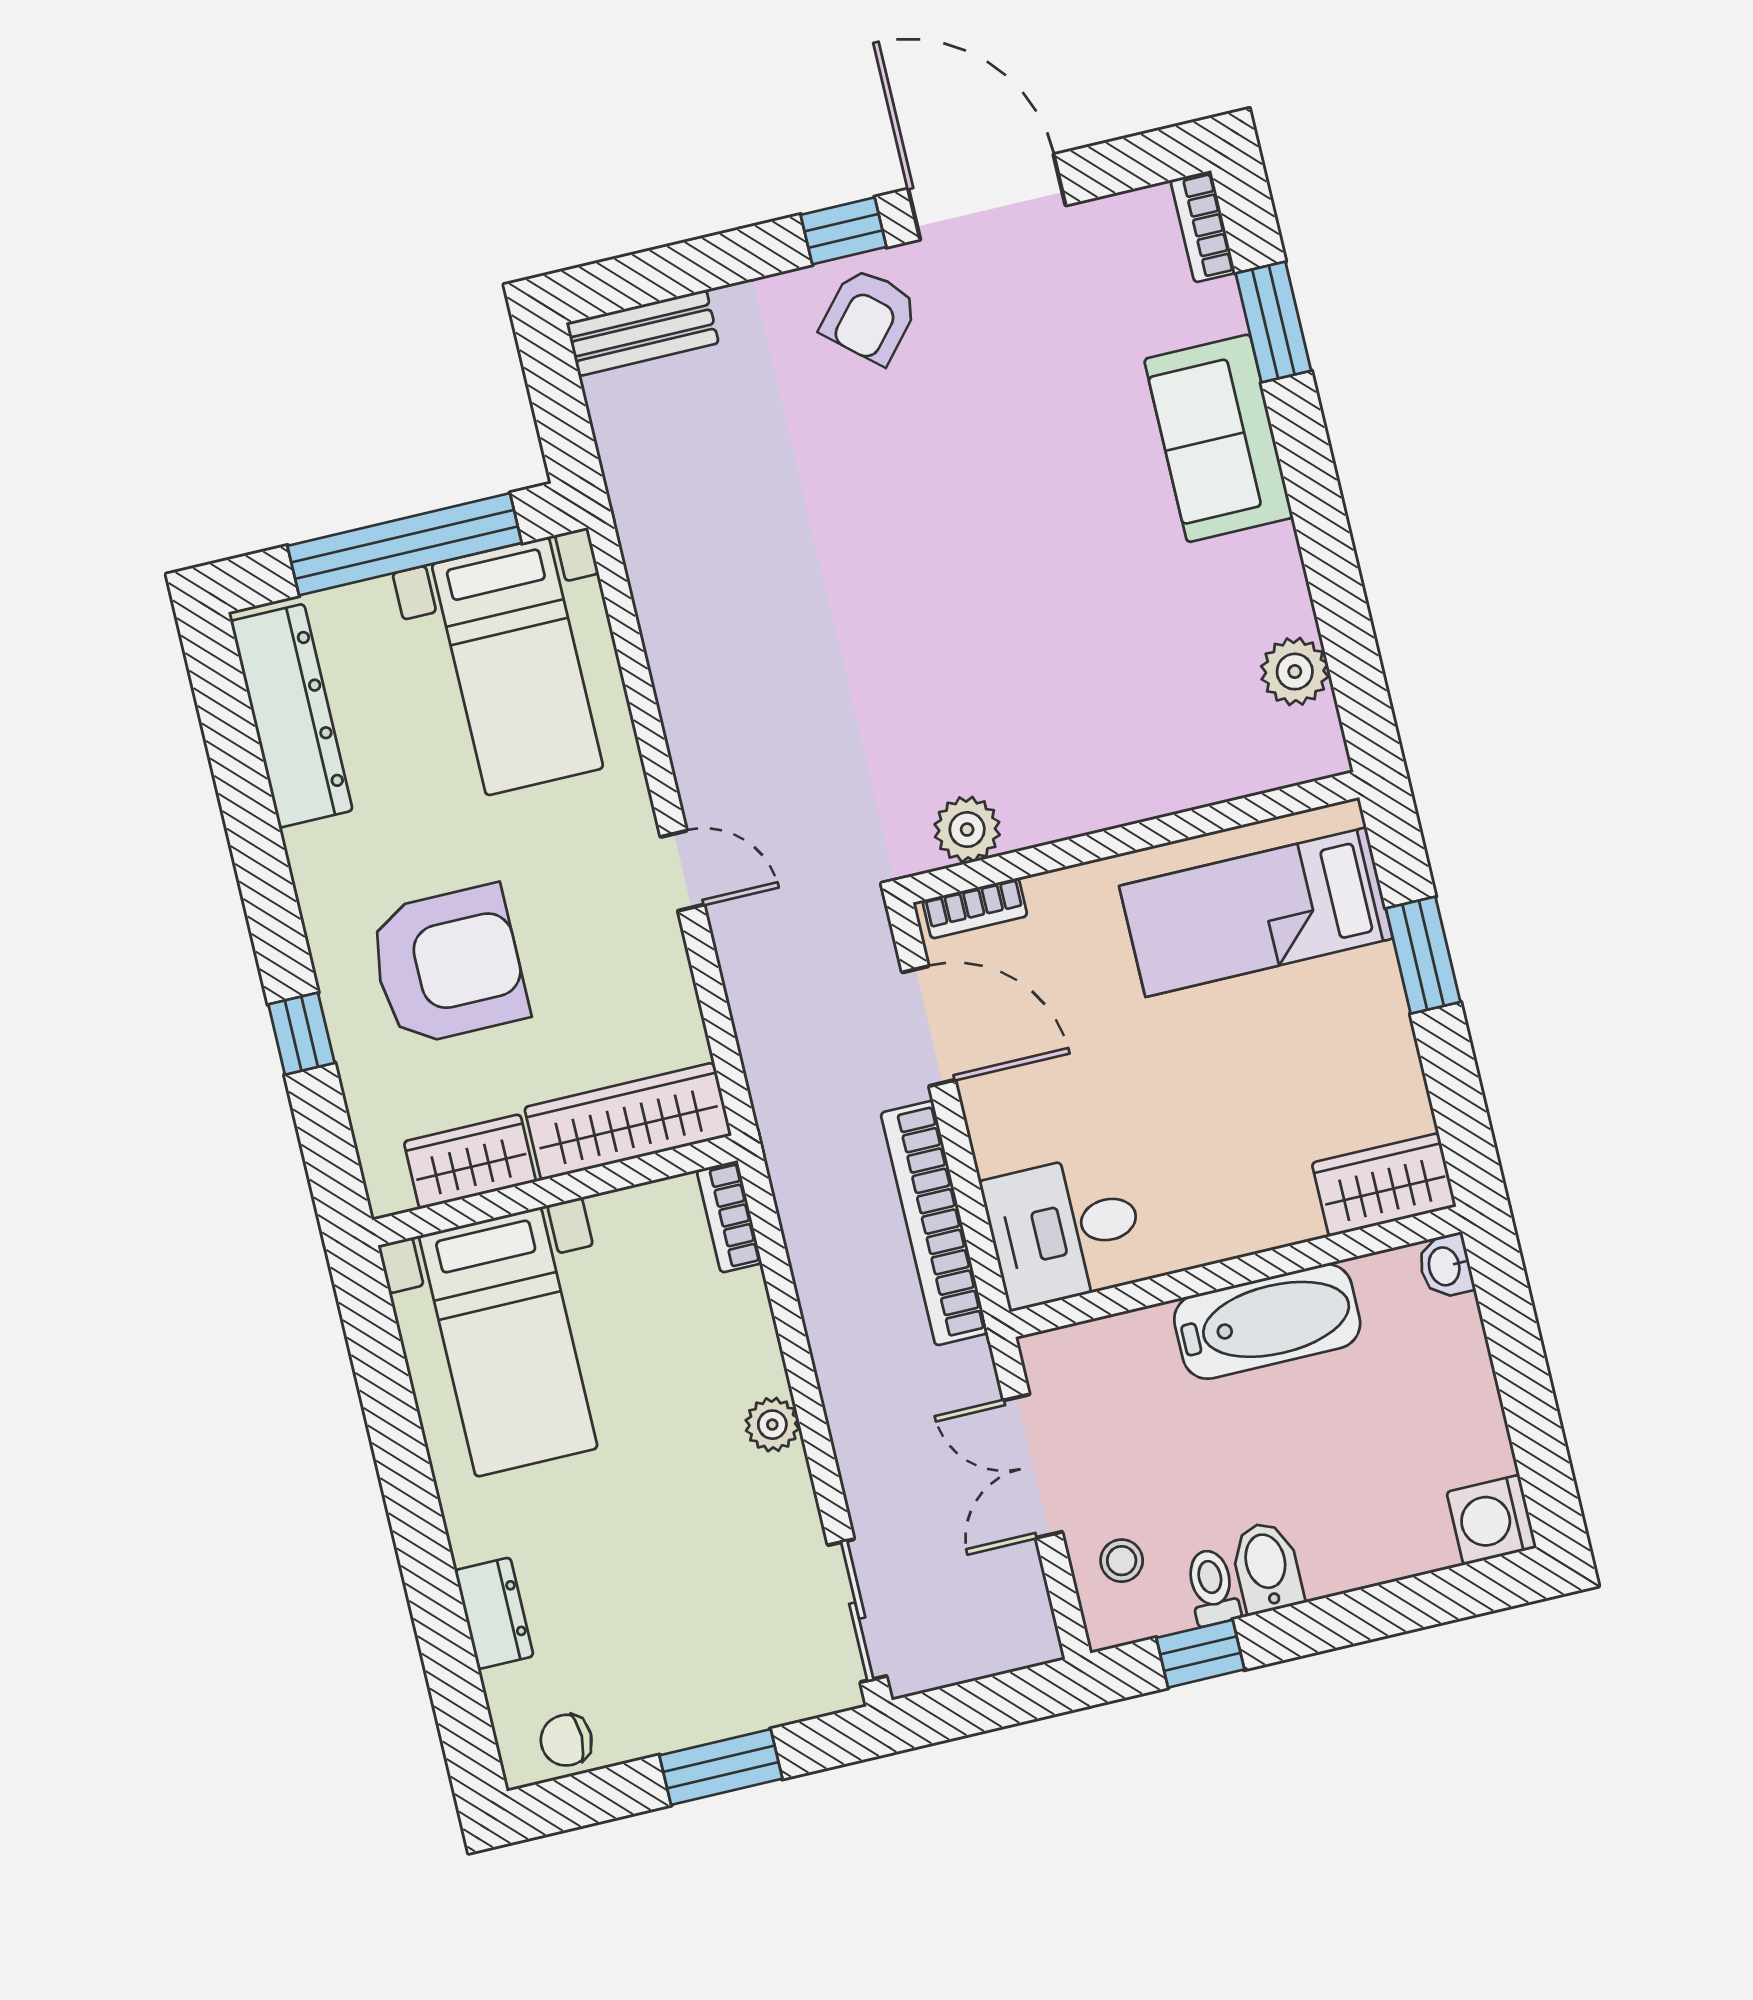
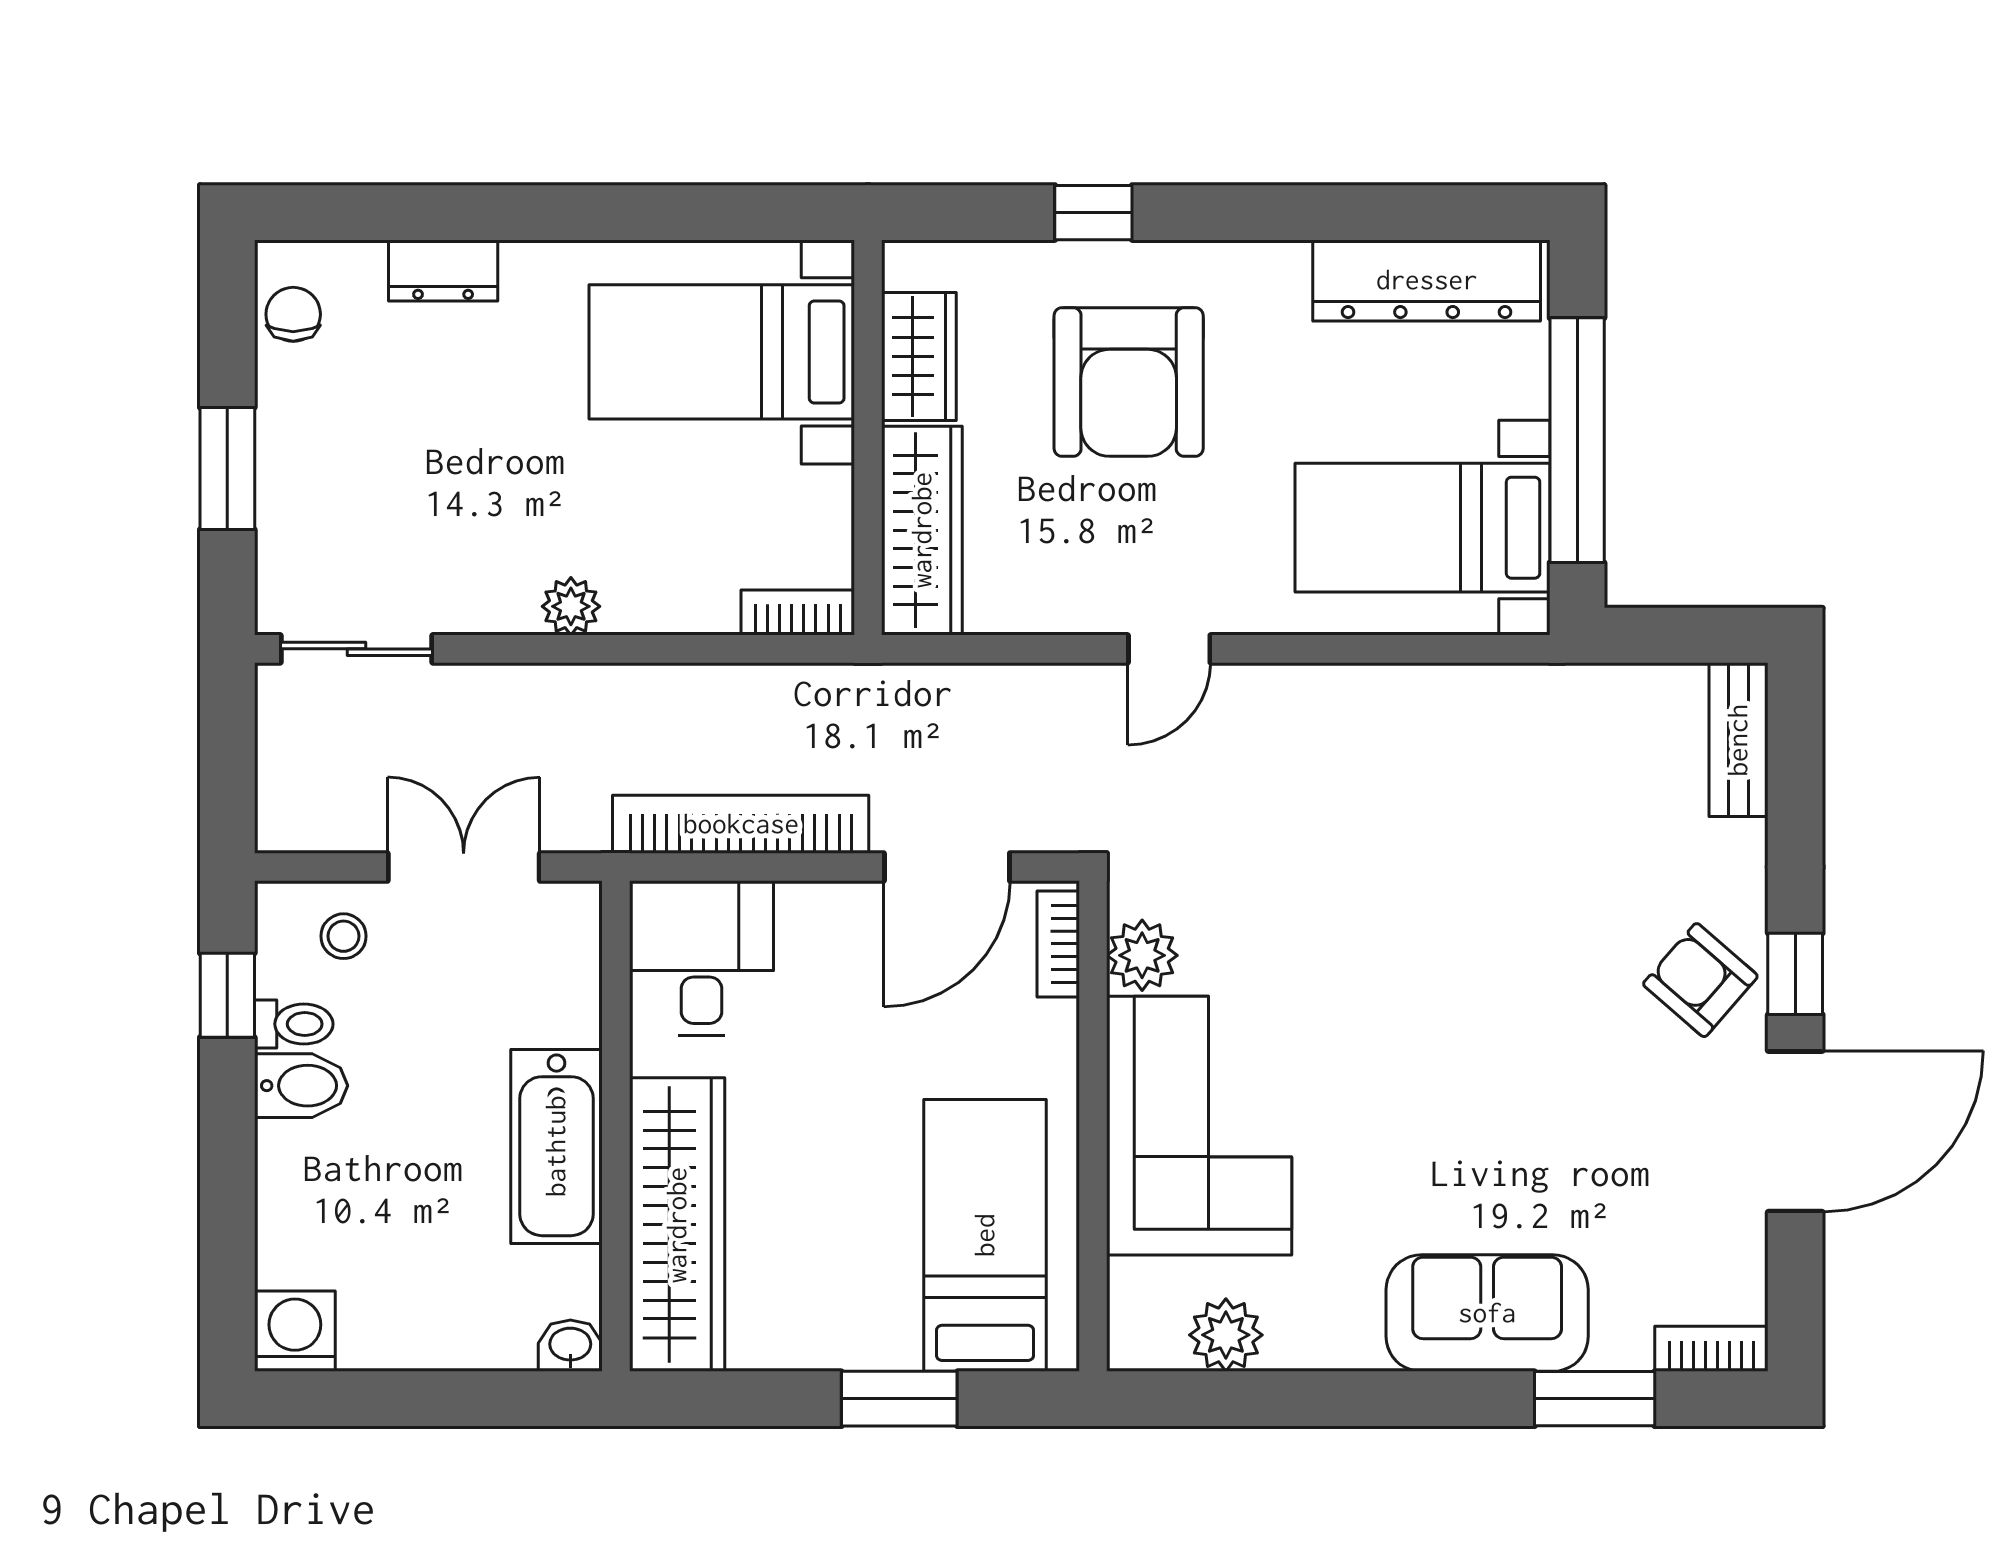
corner sofa: (1110, 741) -> (1199, 1126), added
wardrobe: (1384, 1185) -> (677, 1225), width x2.10, depth x1.17

